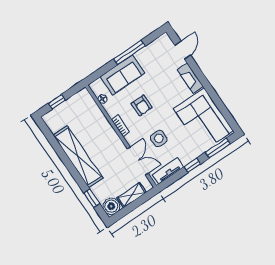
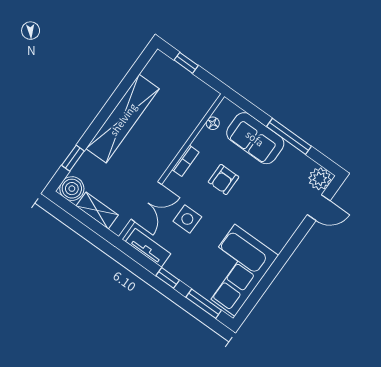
plant: (164, 43) -> (320, 179), added
fireplace: (190, 78) -> (285, 232), removed

